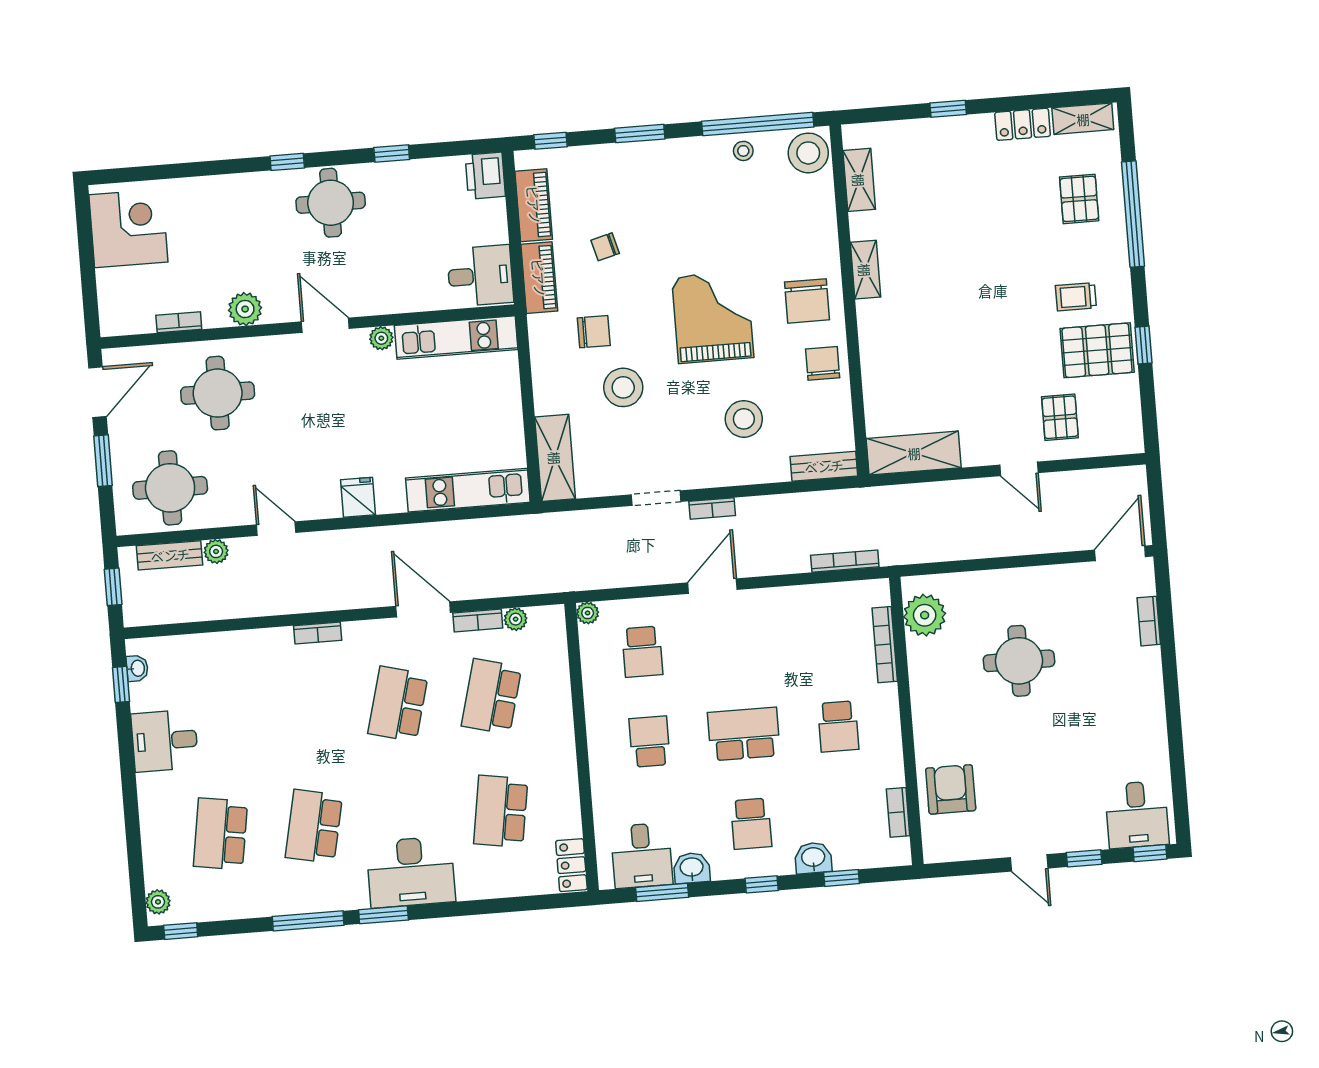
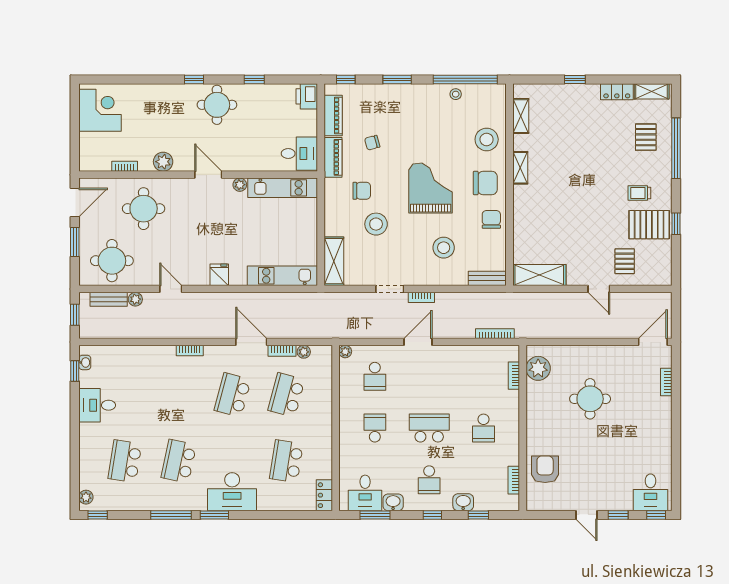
stool: (808, 153) -> (487, 139), moved
chair: (807, 301) -> (485, 183), turned -90
bookcase: (885, 645) -> (514, 376), width x0.64

